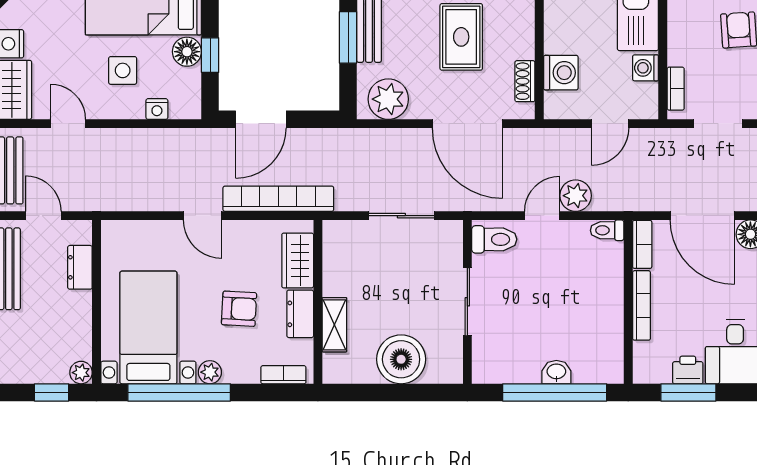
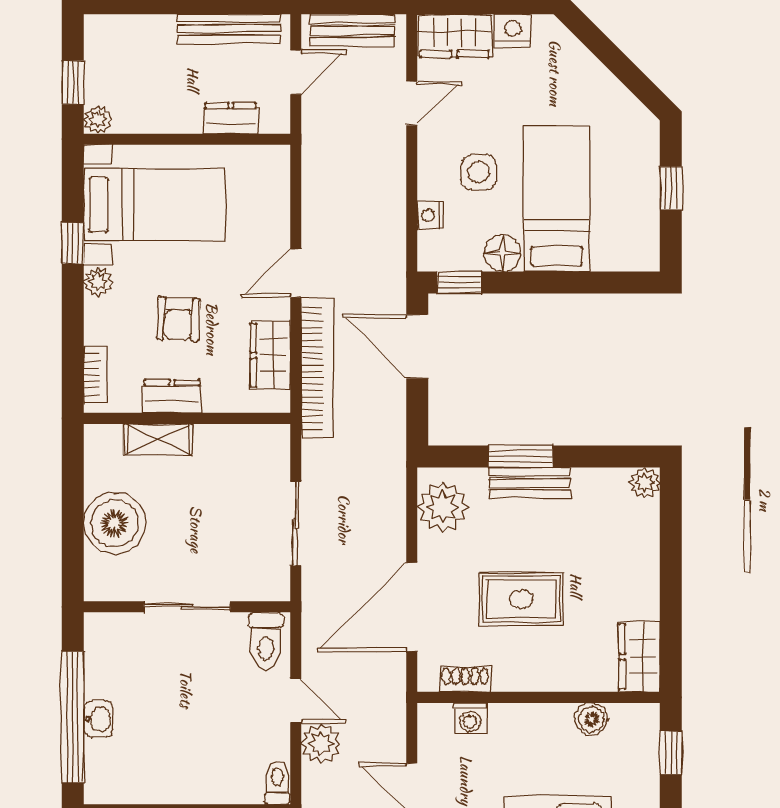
window: (210, 55) -> (459, 282), moved
washing machine: (561, 73) -> (470, 719), width x0.73, depth x0.73
wardrobe: (298, 260) -> (270, 355), moved, turned -90
window: (179, 392) -> (73, 243), width x0.32

